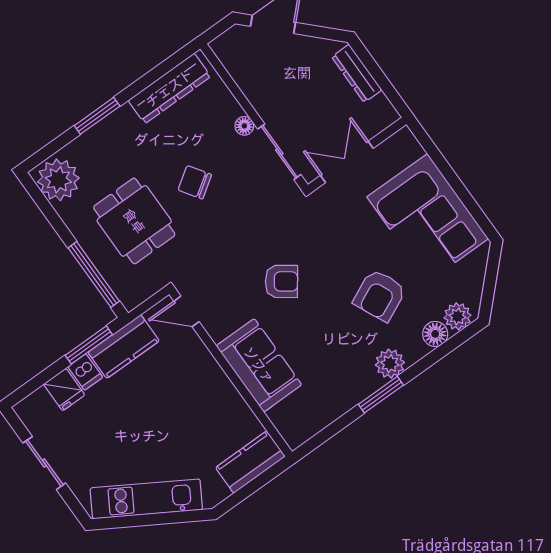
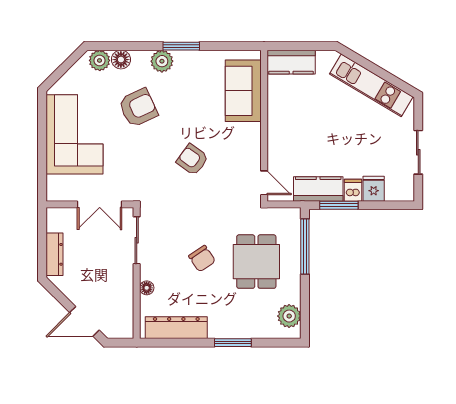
floor lamp: (244, 126) -> (147, 288), moved
plant: (58, 180) -> (289, 316), width x0.73, depth x0.73
sofa: (259, 365) -> (243, 91), moved

